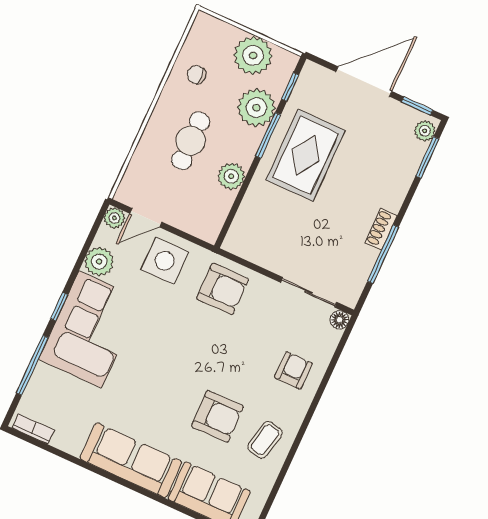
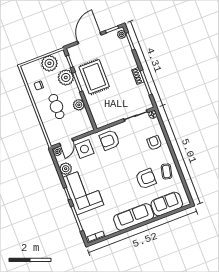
armchair: (223, 289) -> (110, 140), turned 180

